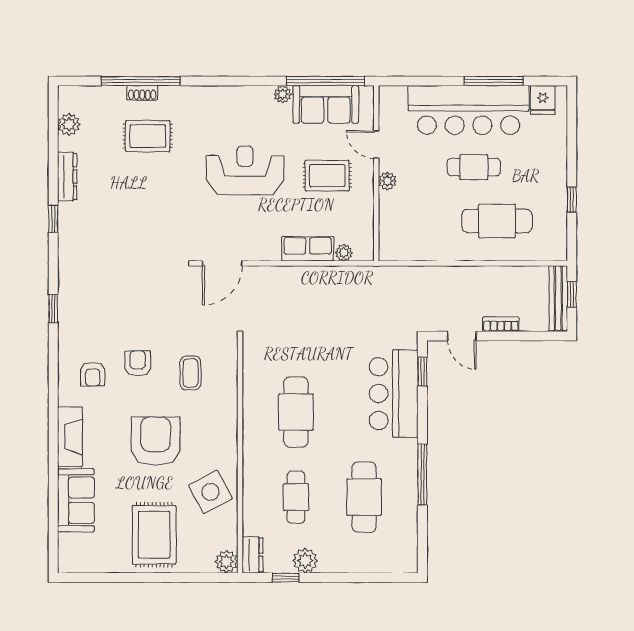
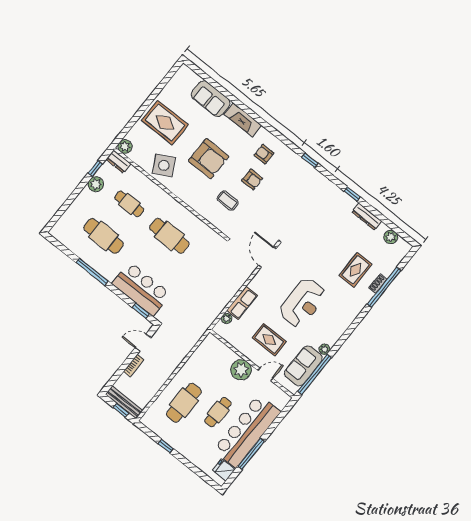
rug: (327, 176) -> (269, 340), turned 90
plant: (387, 181) -> (241, 370), width x1.88, depth x1.88

